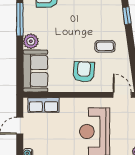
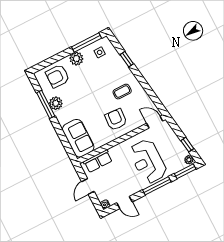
plant: (31, 41) -> (56, 103), moved

